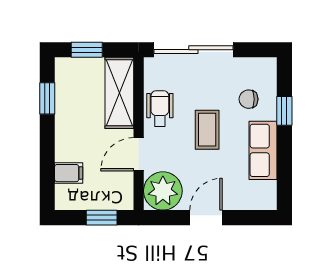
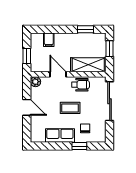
plant: (163, 191) -> (35, 82), width x0.53, depth x0.53

